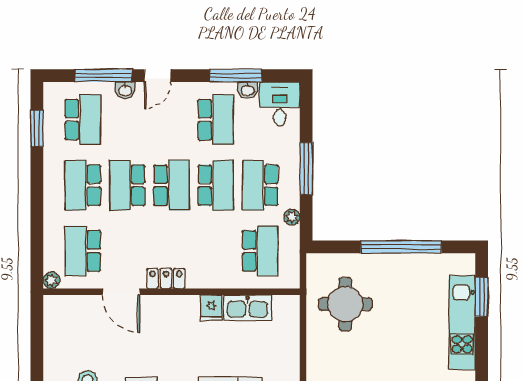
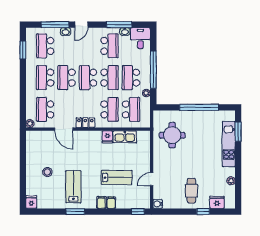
school desk: (83, 120) -> (45, 46), turned 180
window: (306, 169) -> (153, 70), width x1.46
school desk: (172, 185) -> (88, 78), turned 180
school desk: (216, 251) -> (109, 109), added

